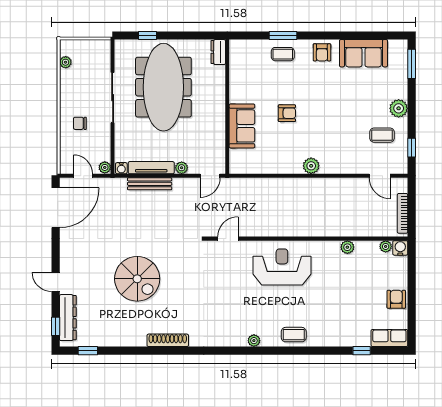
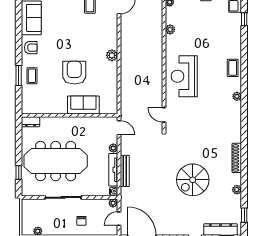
armchair: (287, 113) -> (74, 73), width x1.88, depth x1.88
spiral stairs: (137, 279) -> (193, 180), turned 180
plant: (124, 340) -> (237, 190), added

